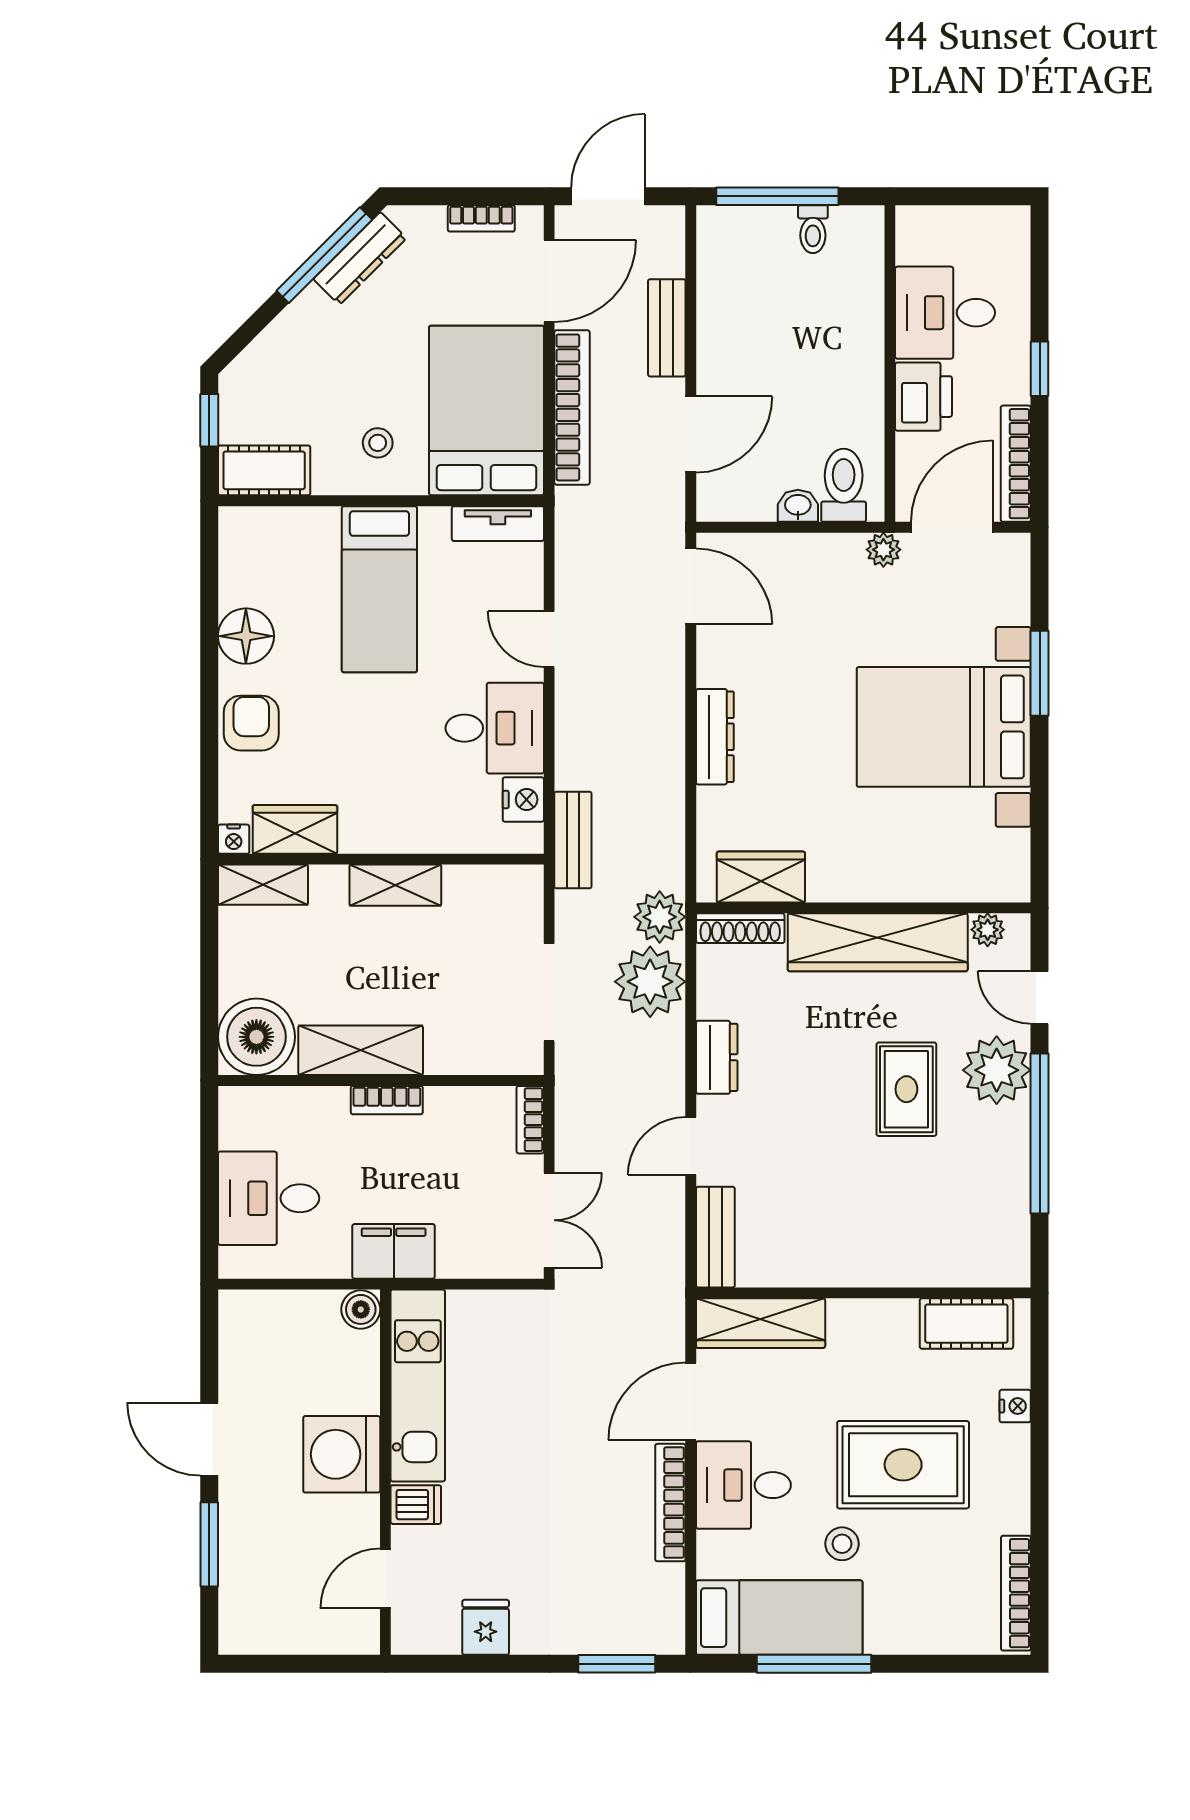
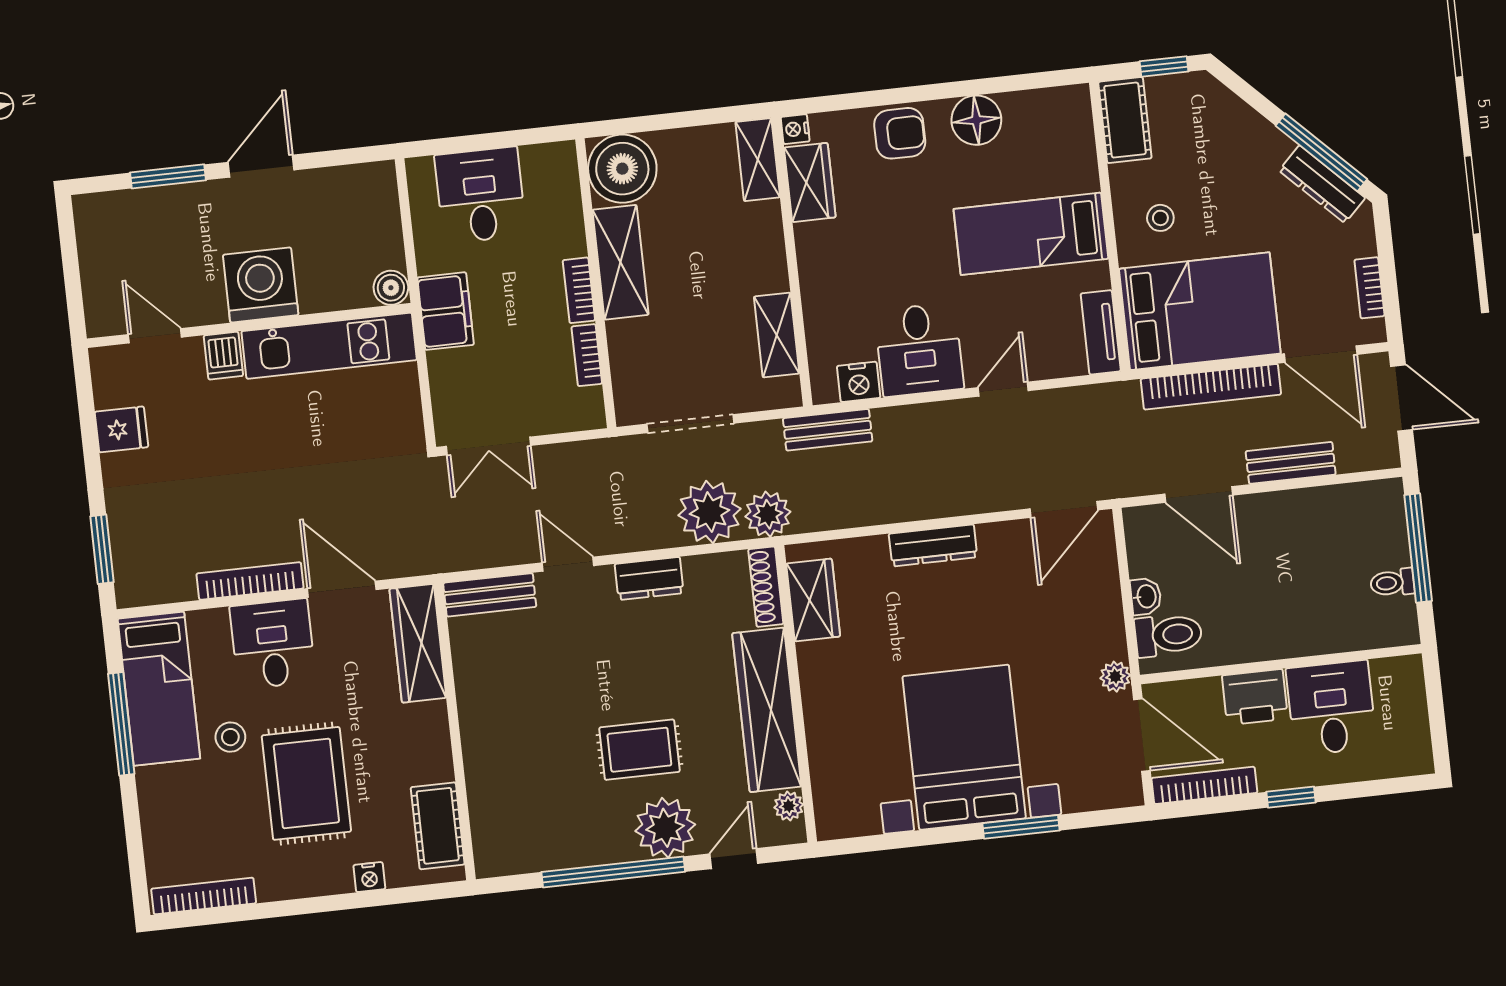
shelving: (395, 885) -> (777, 335), moved
bookcase: (530, 1120) -> (587, 355), moved, turned -90

